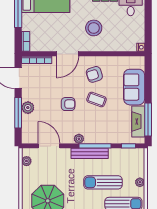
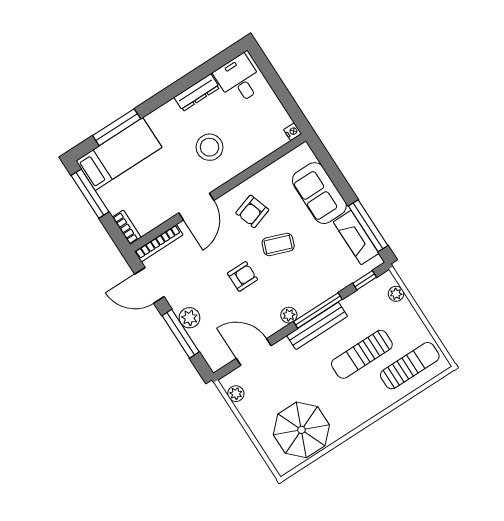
plant: (140, 182) -> (396, 294), moved

